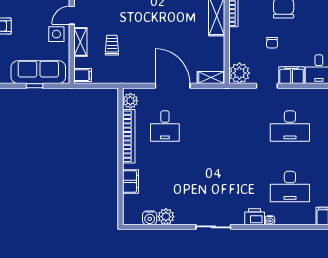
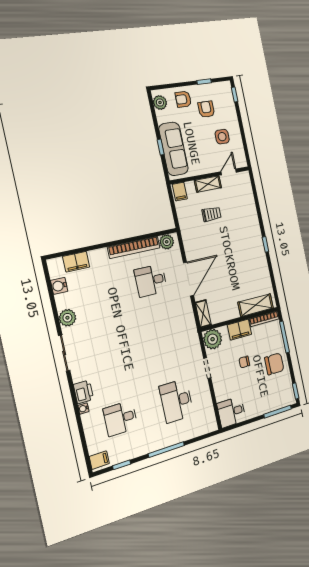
door: (72, 15) -> (229, 172), hinge flipped
side table: (56, 34) -> (222, 137), moved
filing cabinet: (292, 75) -> (239, 330), moved, turned 90
filing cabinet: (131, 181) -> (76, 262), moved
desk: (290, 187) -> (121, 418), width x0.73
plant: (166, 217) -> (67, 318), moved

